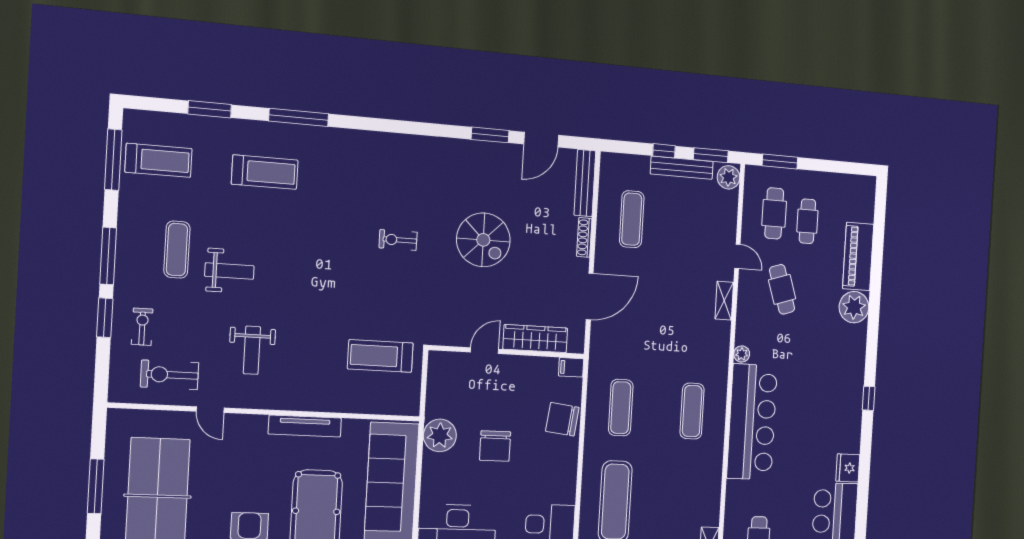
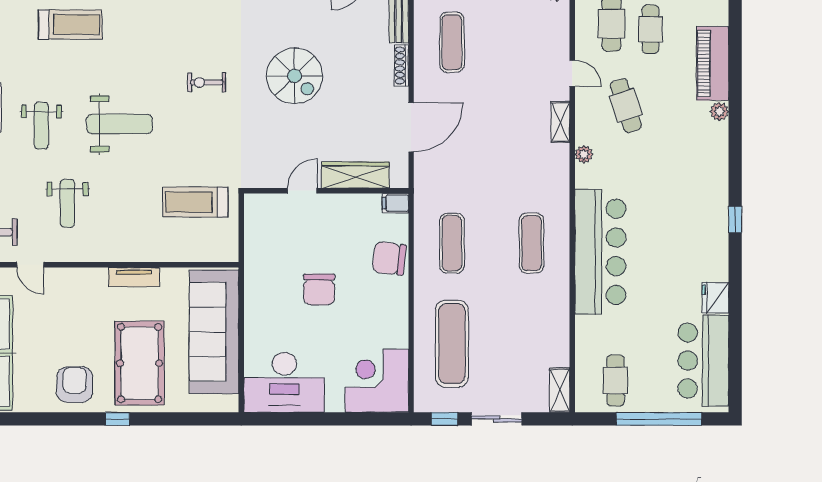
weight bench: (229, 271) -> (41, 126), turned 90
weight bench: (309, 275) -> (119, 124), added
plant: (854, 307) -> (719, 112), width x0.53, depth x0.53
plant: (742, 354) -> (584, 154), moved
tv unit: (305, 426) -> (134, 277), width x0.71
plant: (440, 435) -> (261, 281), removed

